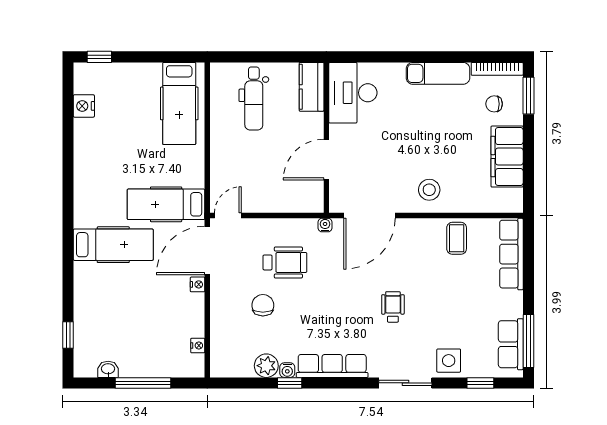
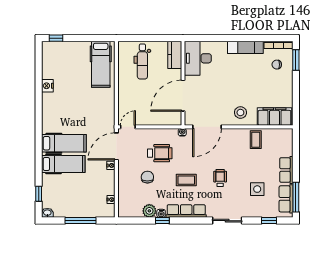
nightstand: (84, 106) -> (47, 86), moved
filing cabinet: (507, 157) -> (274, 117), moved, turned 90
door: (326, 160) -> (183, 96), width x1.36
hospital bed: (166, 204) -> (63, 164), moved, turned 180
row of seats: (511, 254) -> (286, 170), moved, width x0.68
coffee table: (332, 311) -> (186, 180), added
side table: (449, 361) -> (257, 189), moved
washbasin: (108, 369) -> (47, 213), moved

